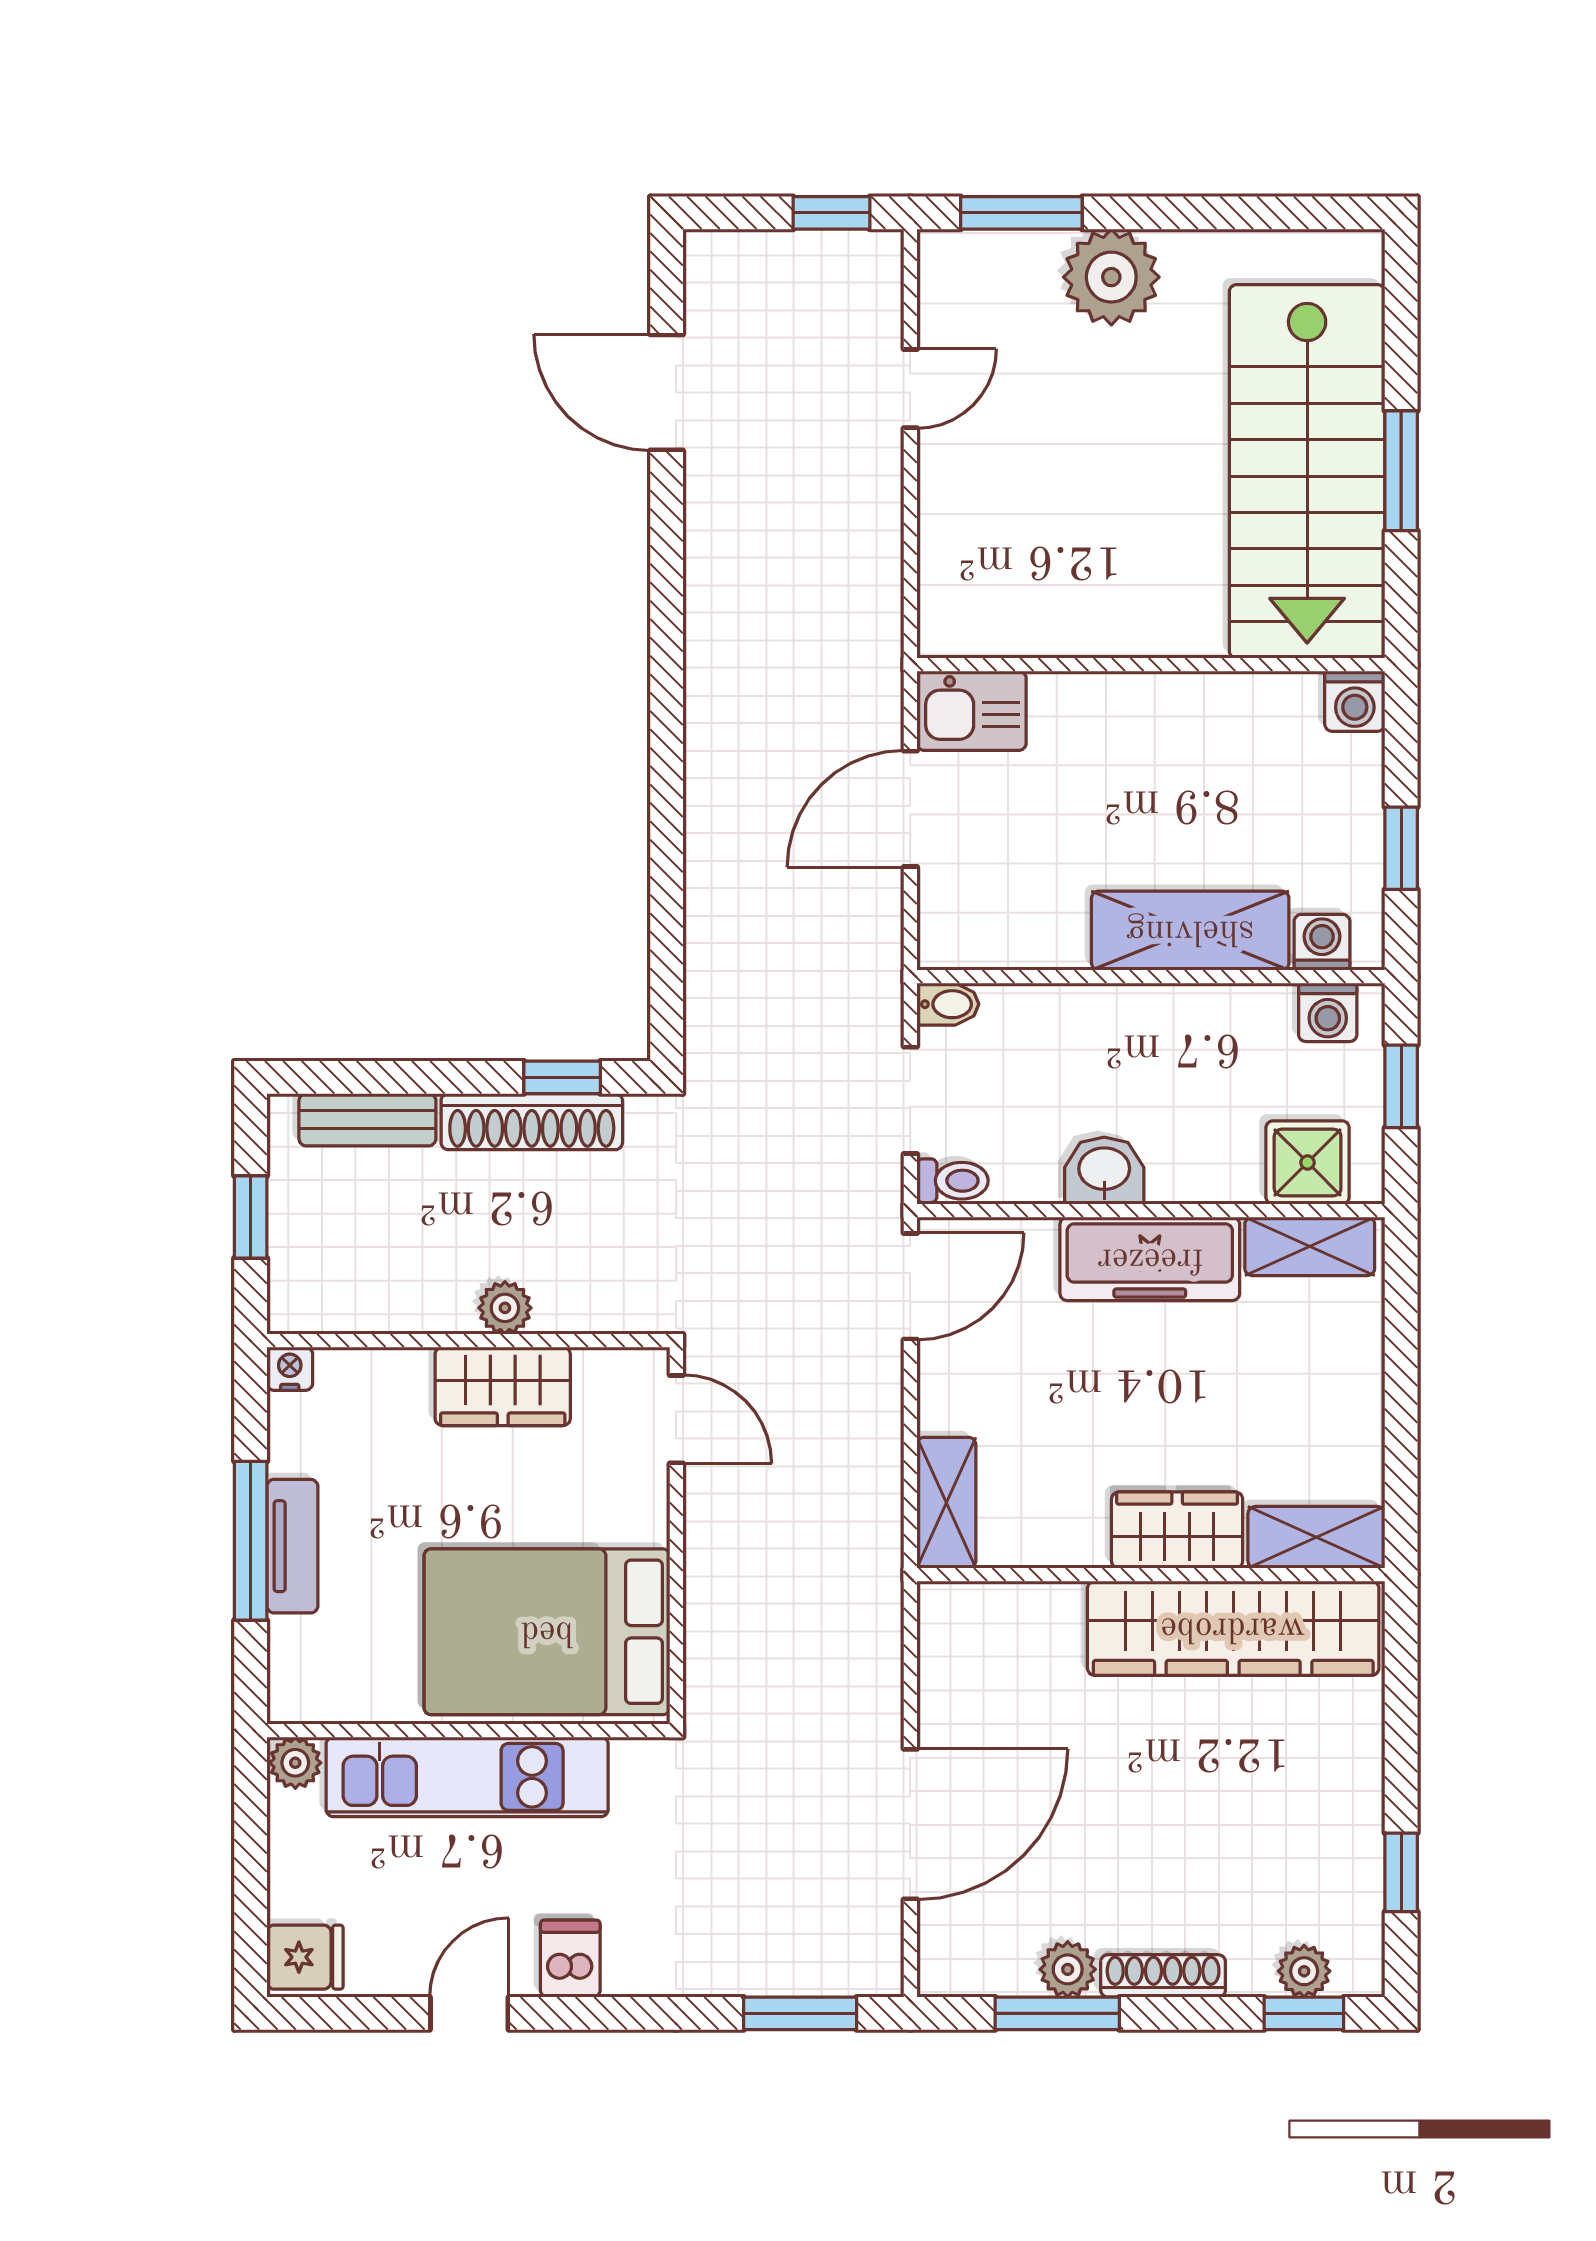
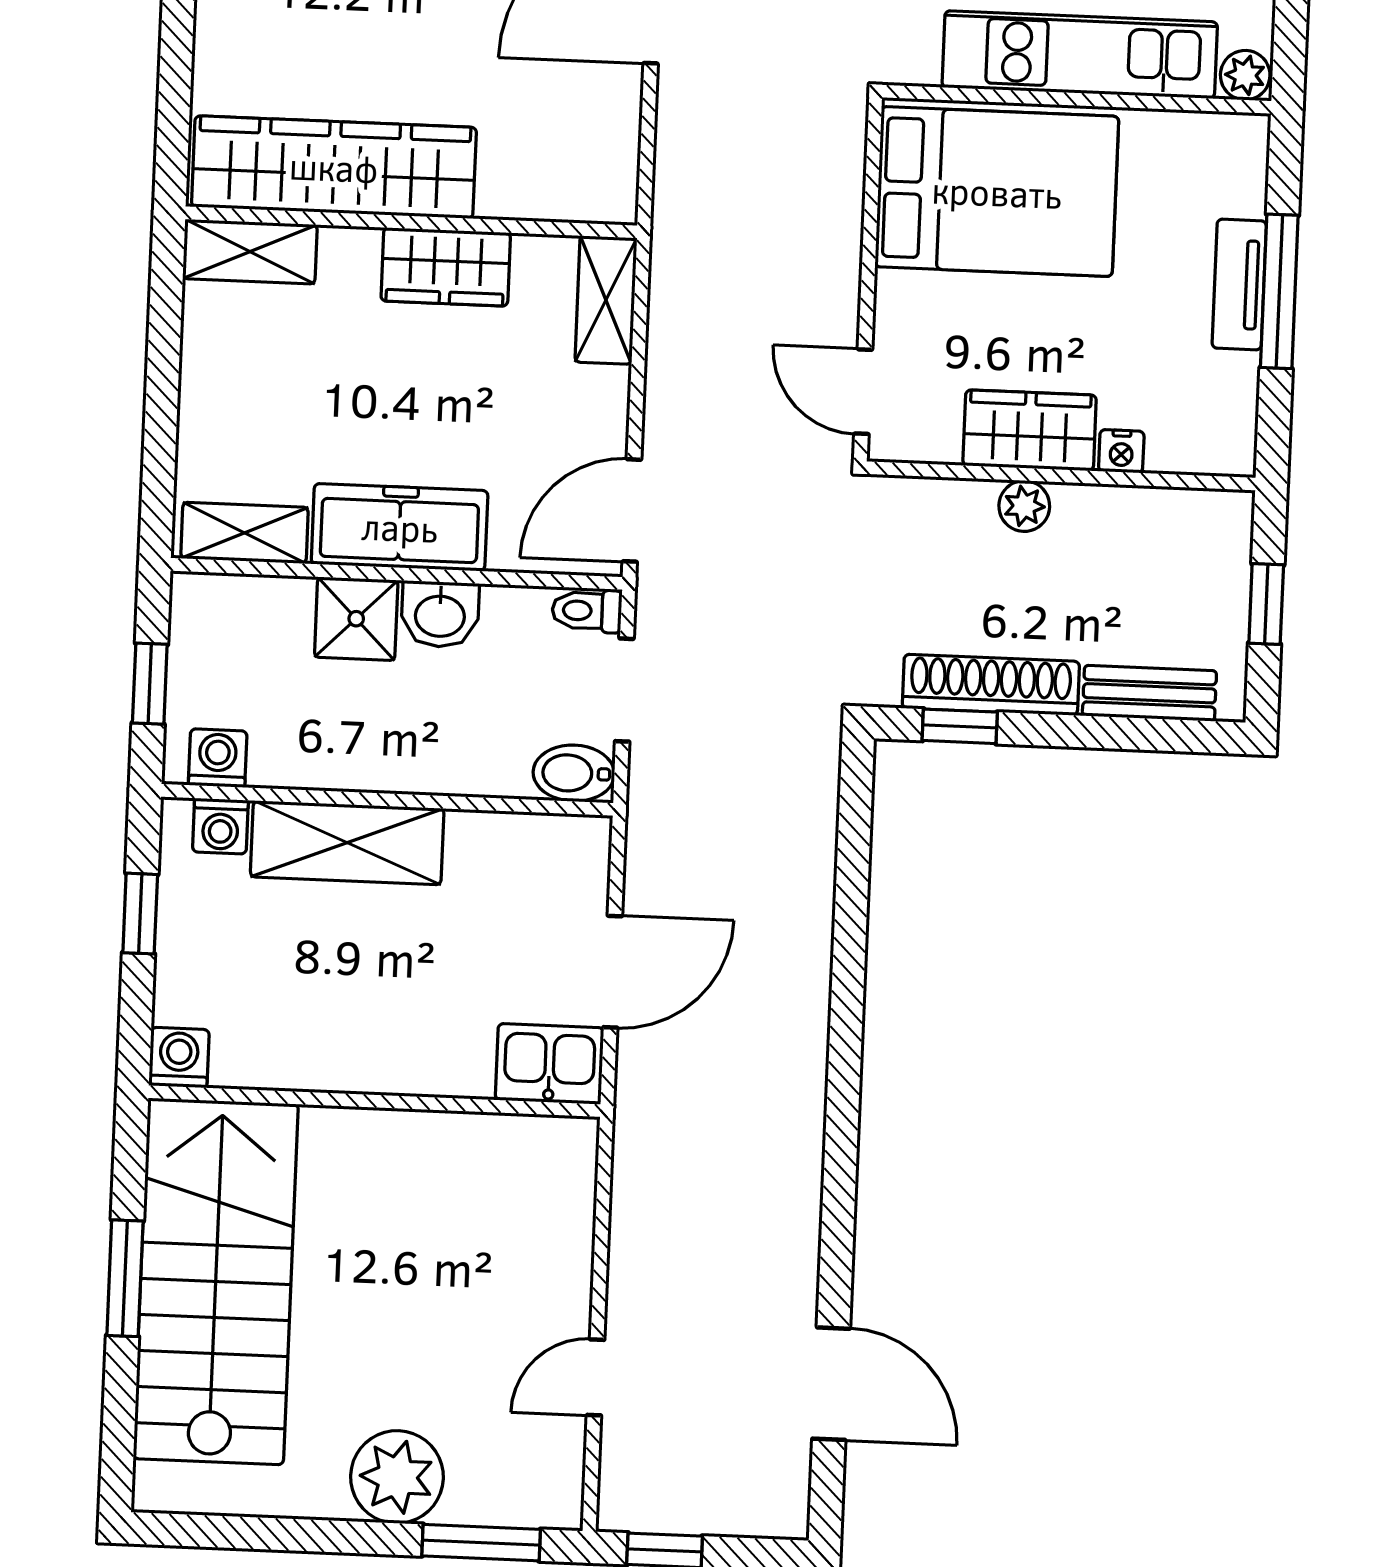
bidet: (948, 1004) -> (574, 773), width x1.38, depth x1.36
shower: (1308, 1162) -> (356, 619), moved
nightstand: (290, 1369) -> (1121, 451), moved
wardrobe: (1177, 1530) -> (446, 267), moved

